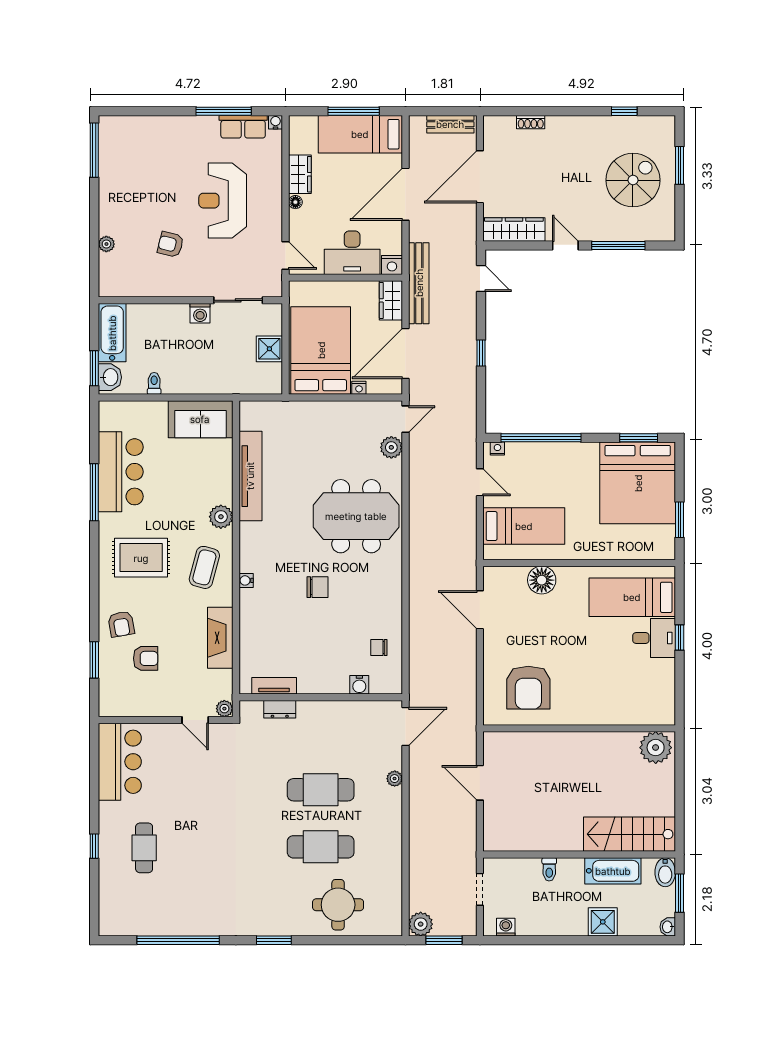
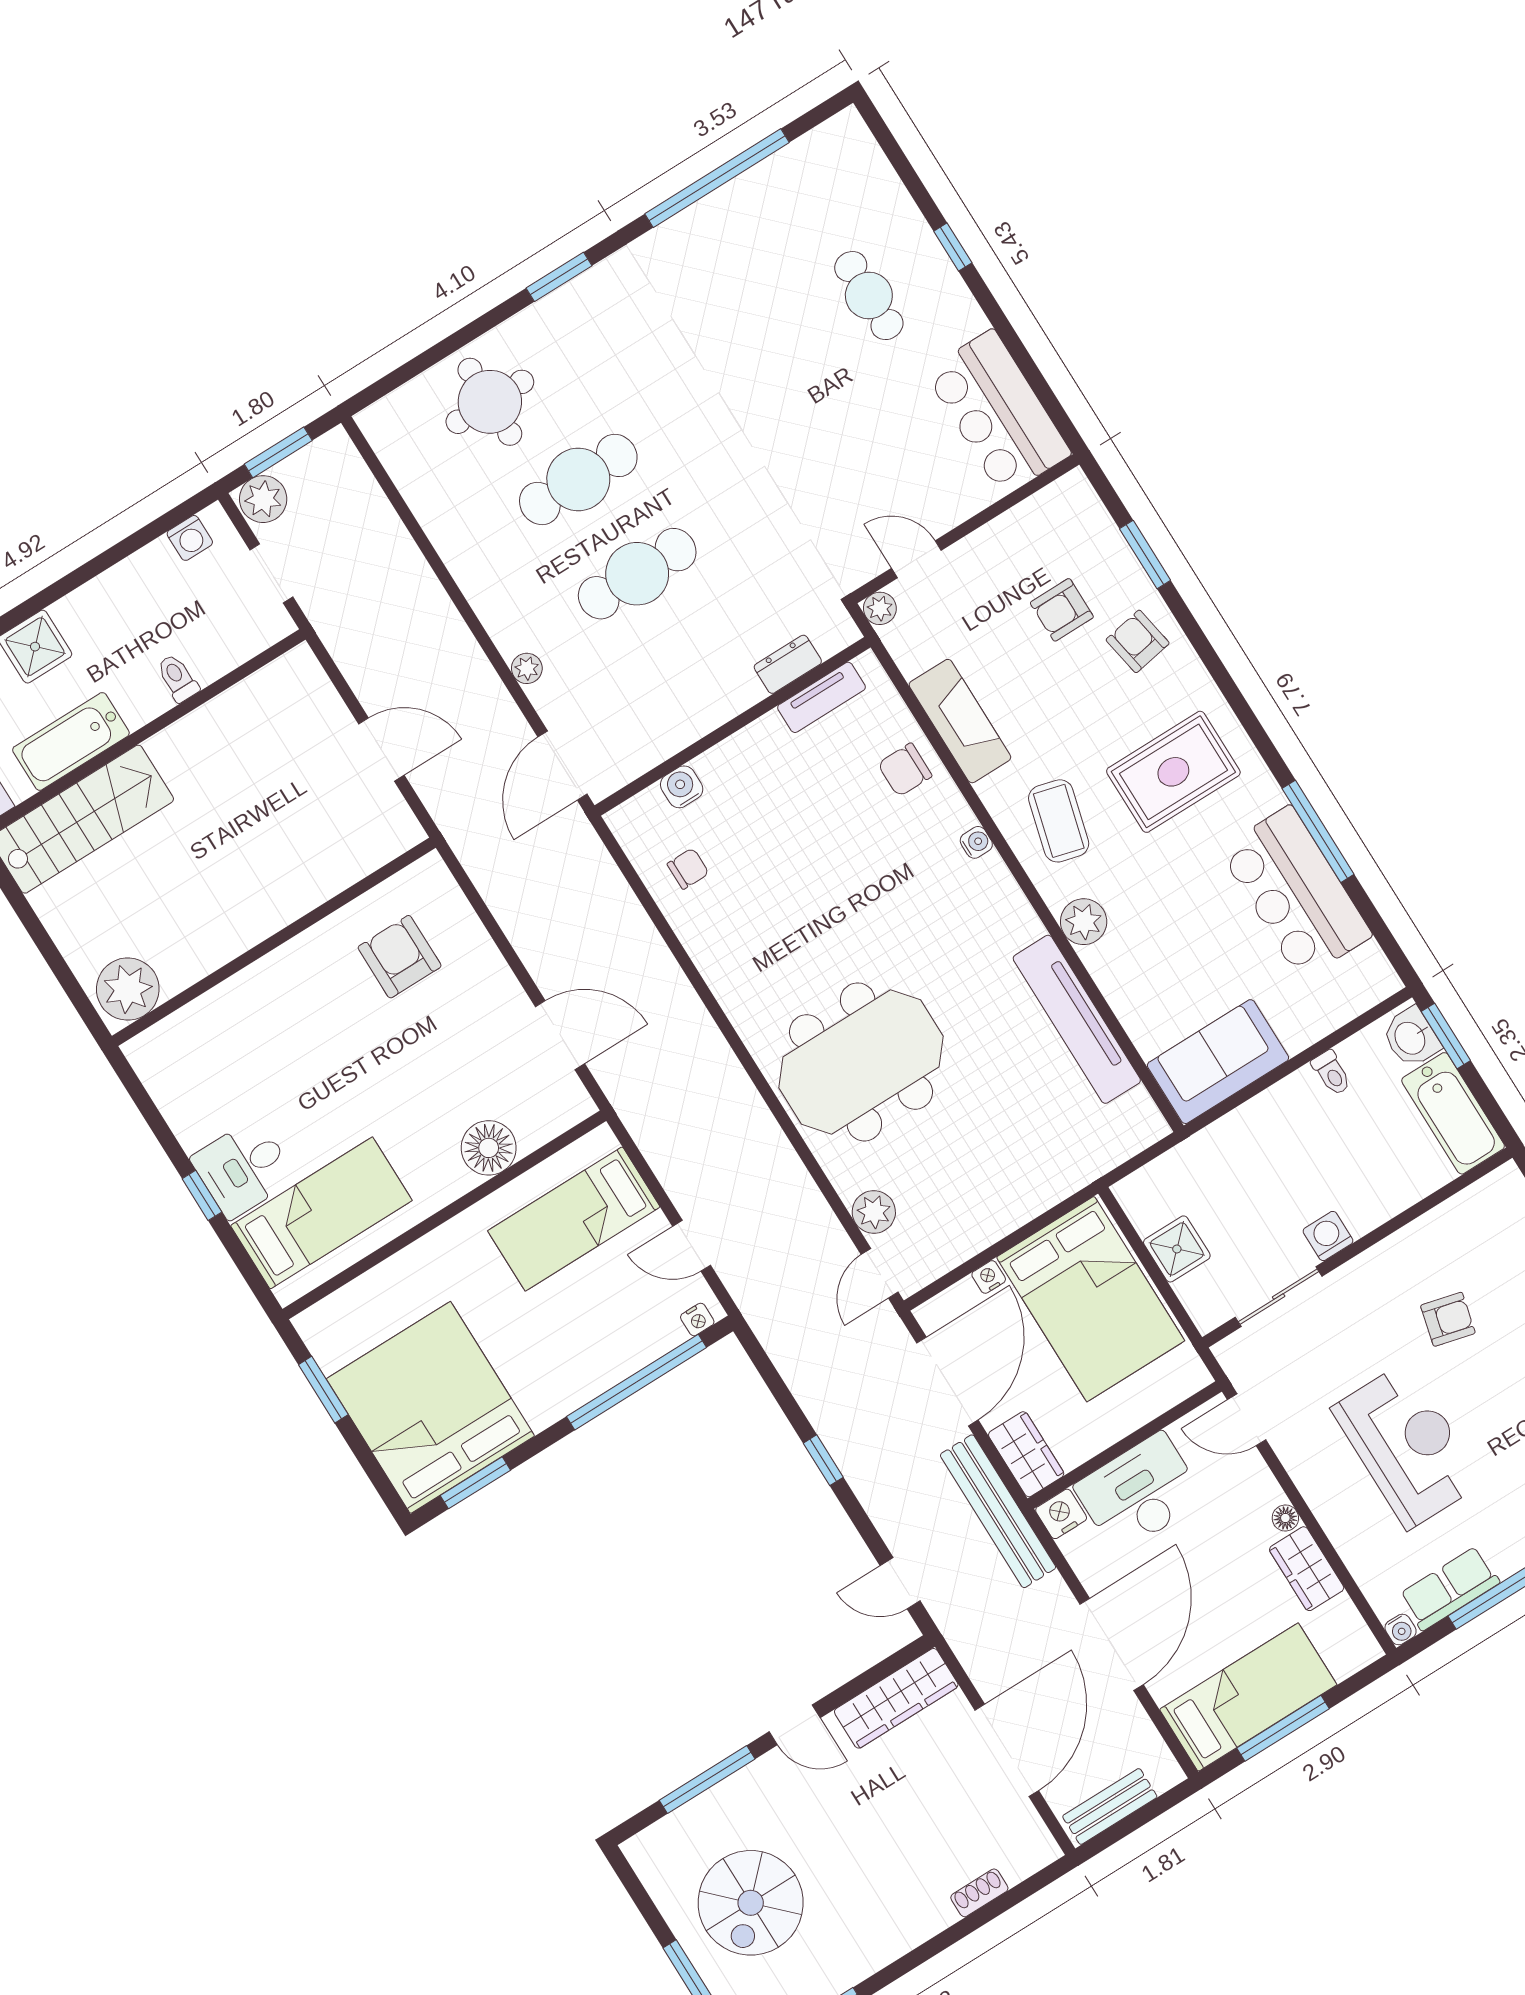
chair: (317, 587) -> (905, 770), moved
armchair: (528, 688) -> (400, 957), width x0.73, depth x0.73
plant: (421, 924) -> (263, 499), moved

